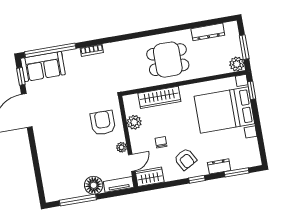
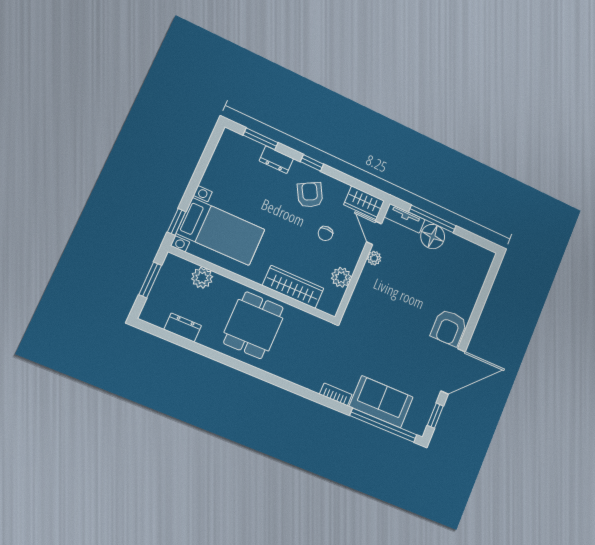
dresser: (208, 32) -> (183, 327), width x0.70
dining table: (168, 60) -> (254, 325), turned 90
plant: (237, 64) -> (202, 278), moved
sofa: (43, 66) -> (381, 402), moved
bed with nightstands: (224, 110) -> (221, 232), width x0.73
armchair: (103, 123) -> (449, 328), moved
door: (132, 163) -> (374, 233), hinge flipped
window: (78, 200) -> (432, 219), moved

